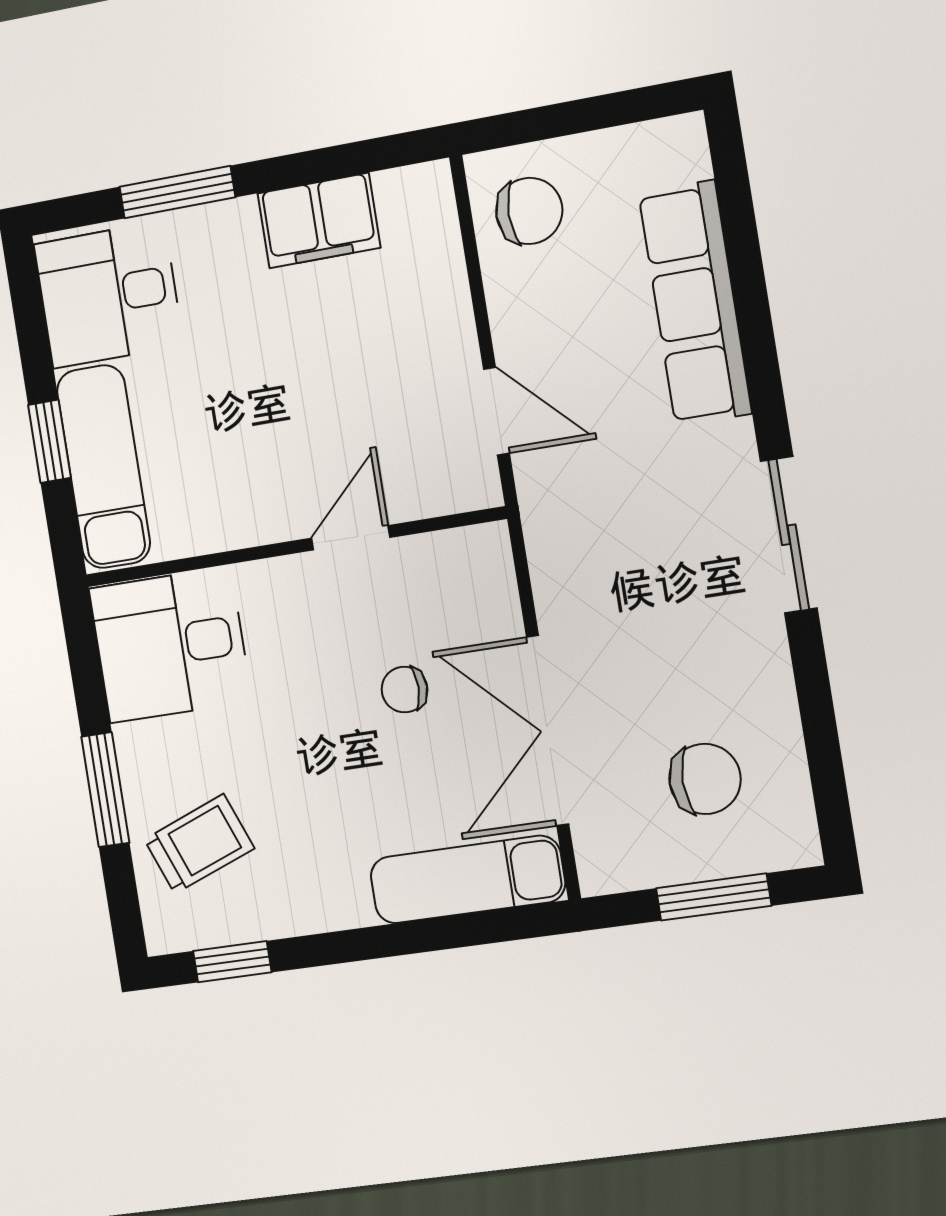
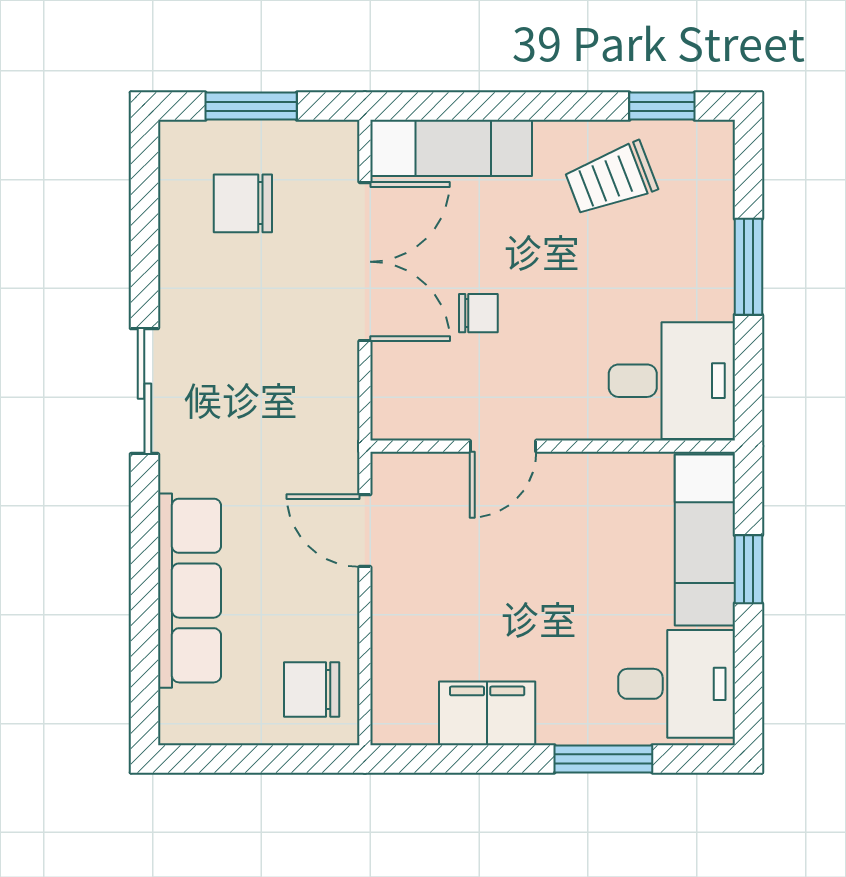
trolley: (199, 844) -> (611, 179), moved

